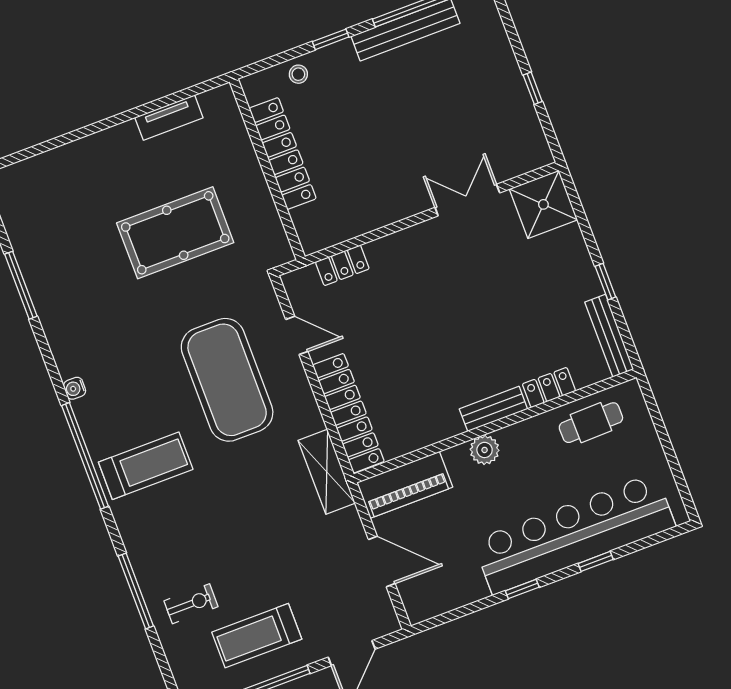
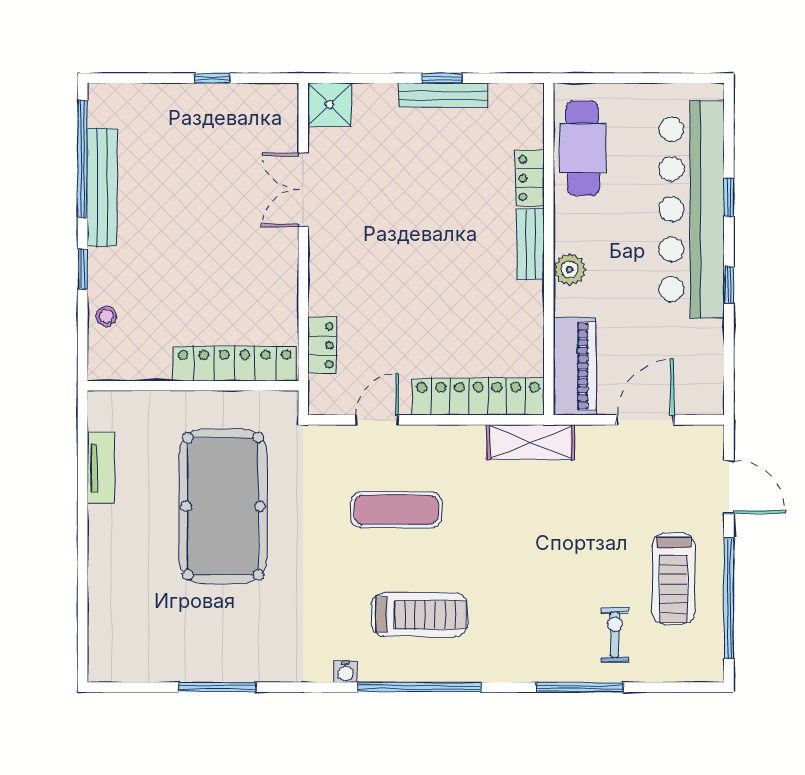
locker: (283, 153) -> (235, 364), moved
shower: (543, 204) -> (330, 104), width x0.73, depth x0.73
pool table: (175, 233) -> (223, 506), width x1.36, depth x1.32
bench: (609, 336) -> (443, 95), moved
exercise mat: (227, 380) -> (396, 510), width x0.50, depth x0.69
cafe table: (591, 423) -> (583, 148), width x1.37, depth x1.35
treadmill: (146, 466) -> (420, 615), moved, turned 90

